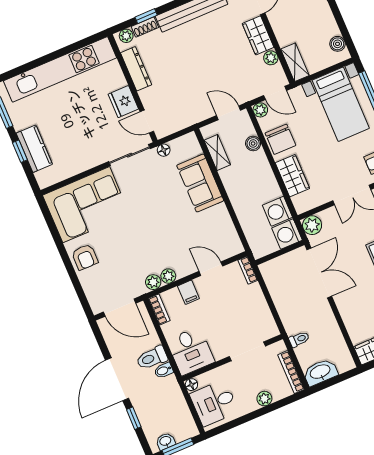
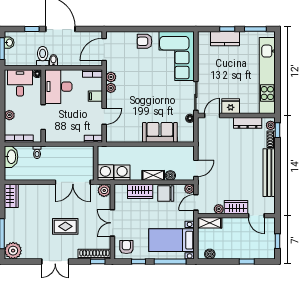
window: (146, 16) -> (278, 130), moved
shelving: (217, 152) -> (153, 175), moved
desk: (191, 351) -> (58, 87), width x1.37
toilet: (152, 358) -> (43, 56), moved

